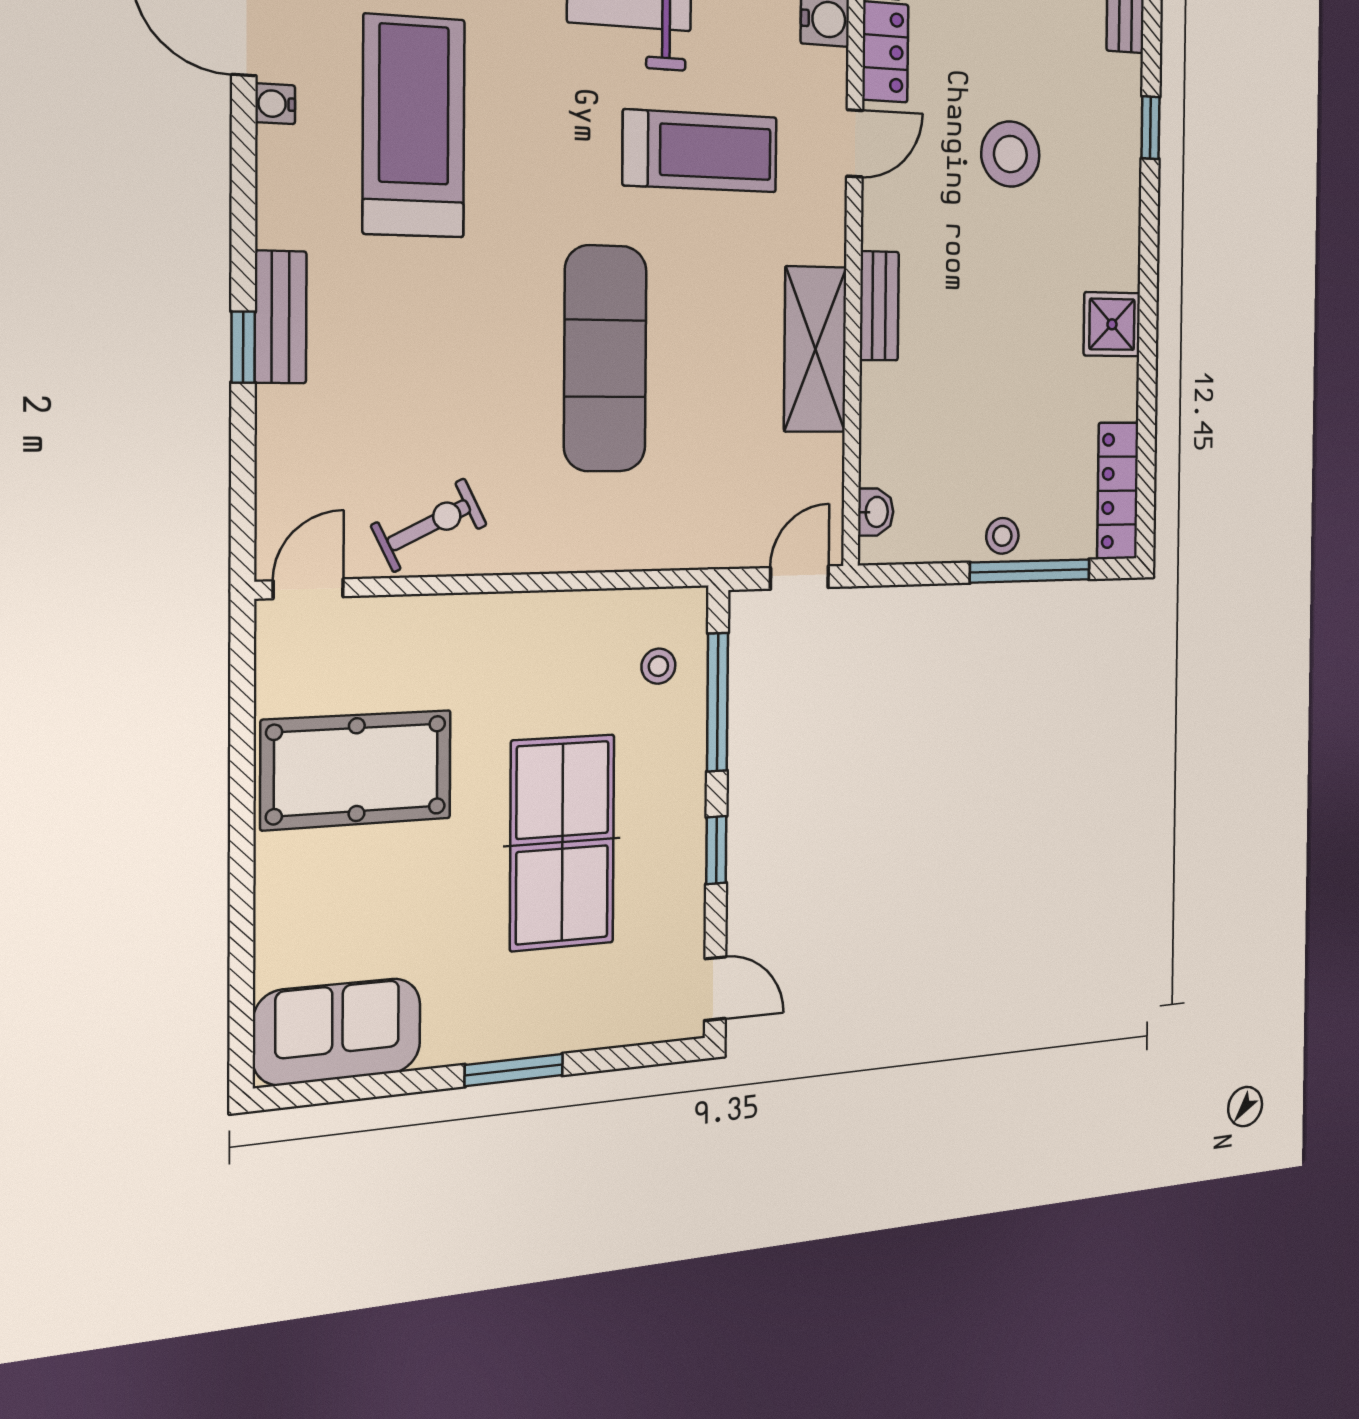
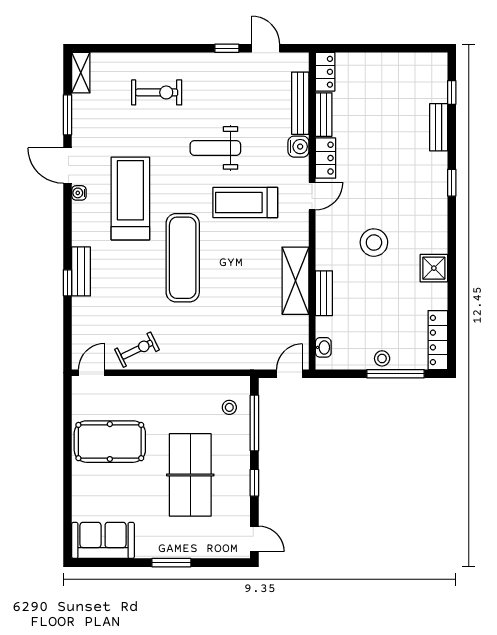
treadmill: (700, 151) -> (245, 202), turned 180
stool: (1010, 154) -> (374, 243), moved
bench: (879, 306) -> (324, 293), moved
exercise mat: (605, 358) -> (183, 258), moved

